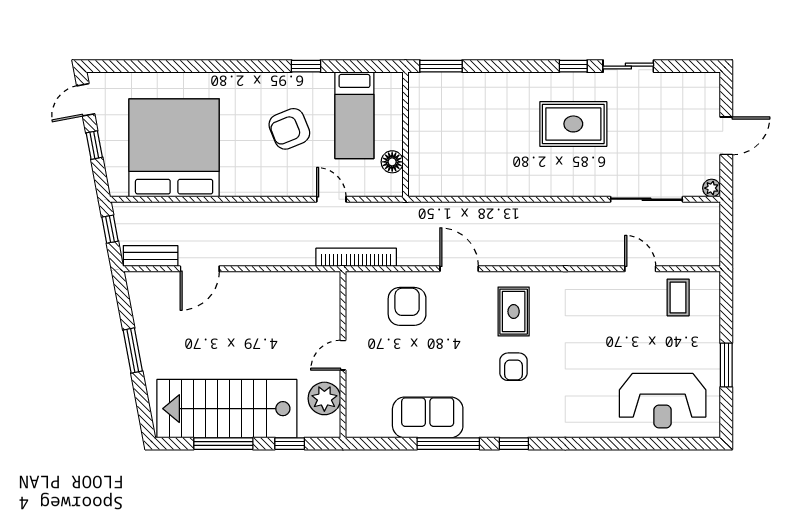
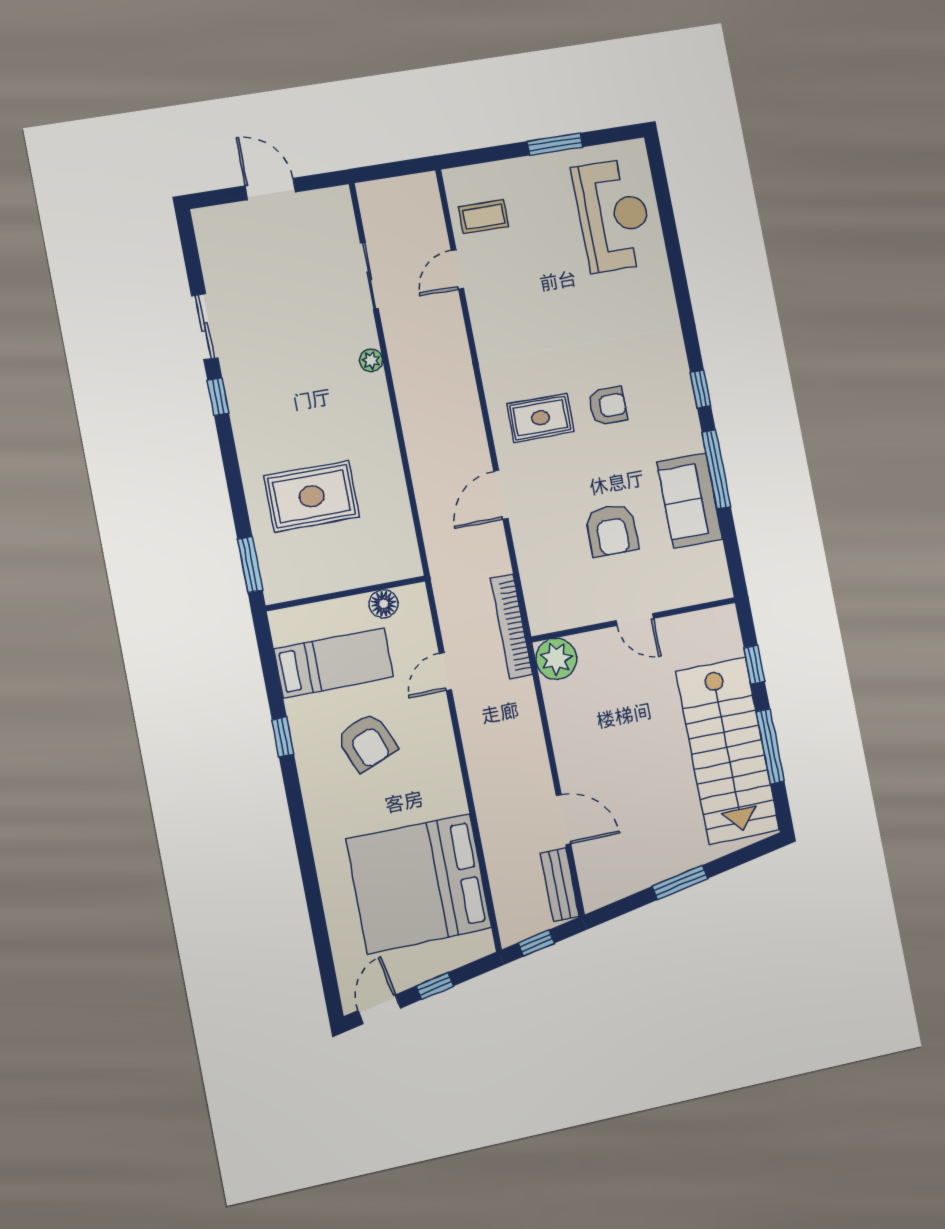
door: (86, 100) -> (380, 1009), swing flipped
rug: (573, 124) -> (312, 496), moved, turned 90
plant: (712, 188) -> (371, 360), moved
sliding door: (647, 199) -> (369, 276), width x0.73
armchair: (407, 306) -> (612, 530), moved, turned -90
plant: (324, 398) -> (556, 659), moved

